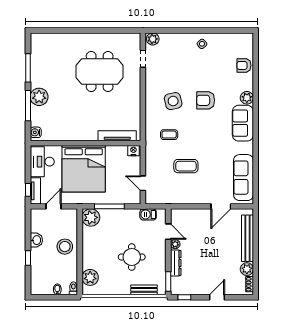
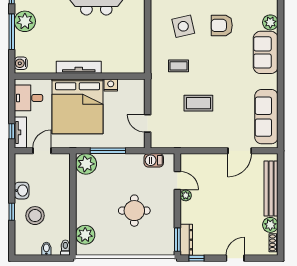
tv unit: (117, 136) -> (79, 67), moved
nightstand: (133, 151) -> (111, 85), moved
desk: (42, 162) -> (28, 98), width x0.73
stool: (65, 247) -> (35, 216), moved
dresser: (176, 263) -> (186, 240), moved
bench: (144, 290) -> (149, 249), removed

